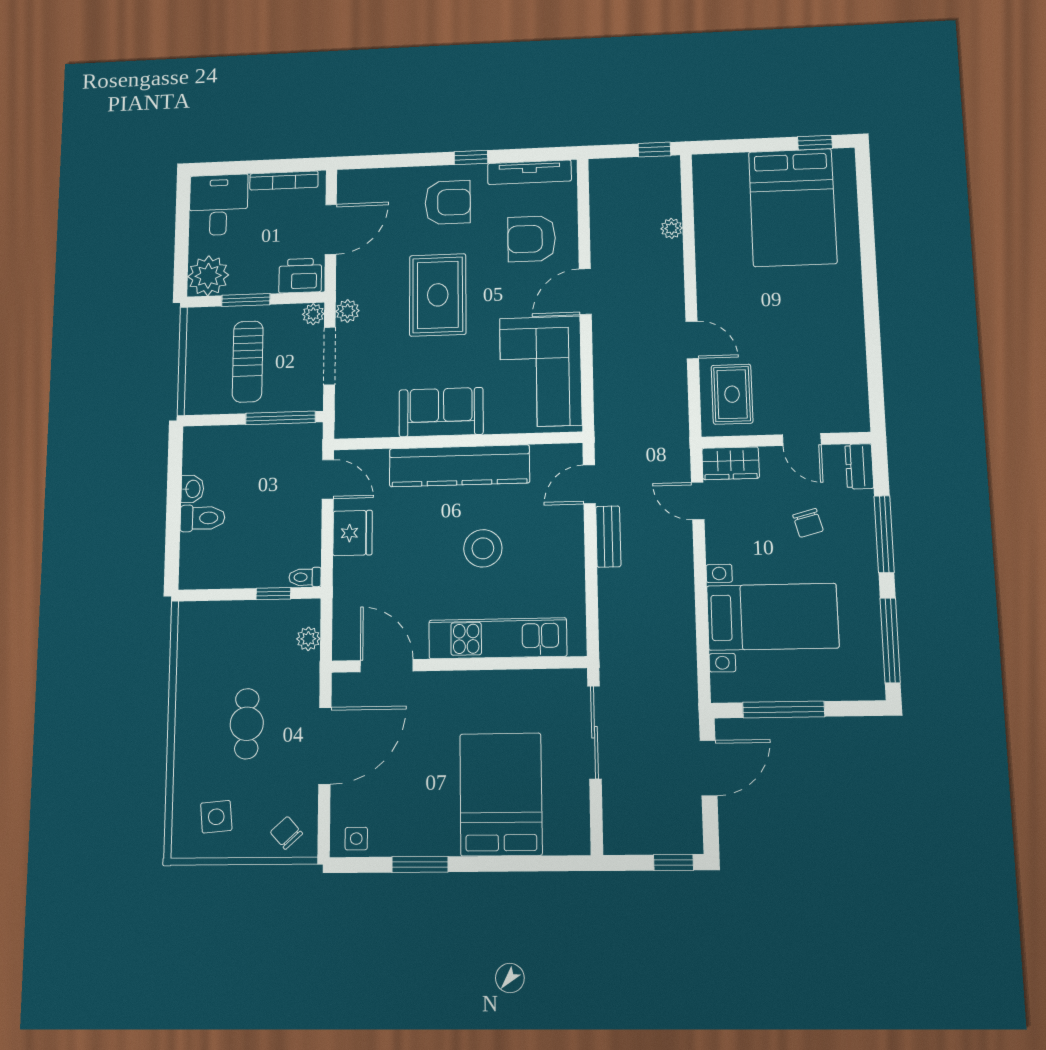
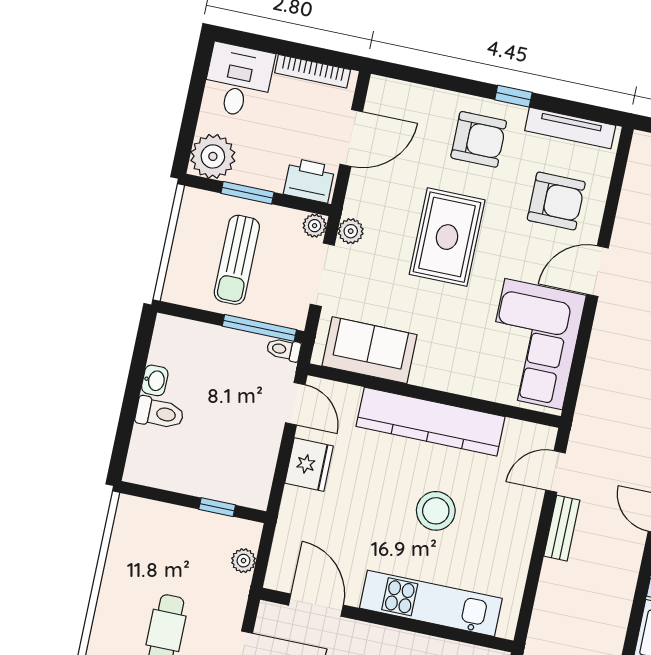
armchair: (532, 239) -> (556, 201), turned 180
sofa: (441, 412) -> (369, 350), moved
toilet: (305, 577) -> (284, 350), moved

